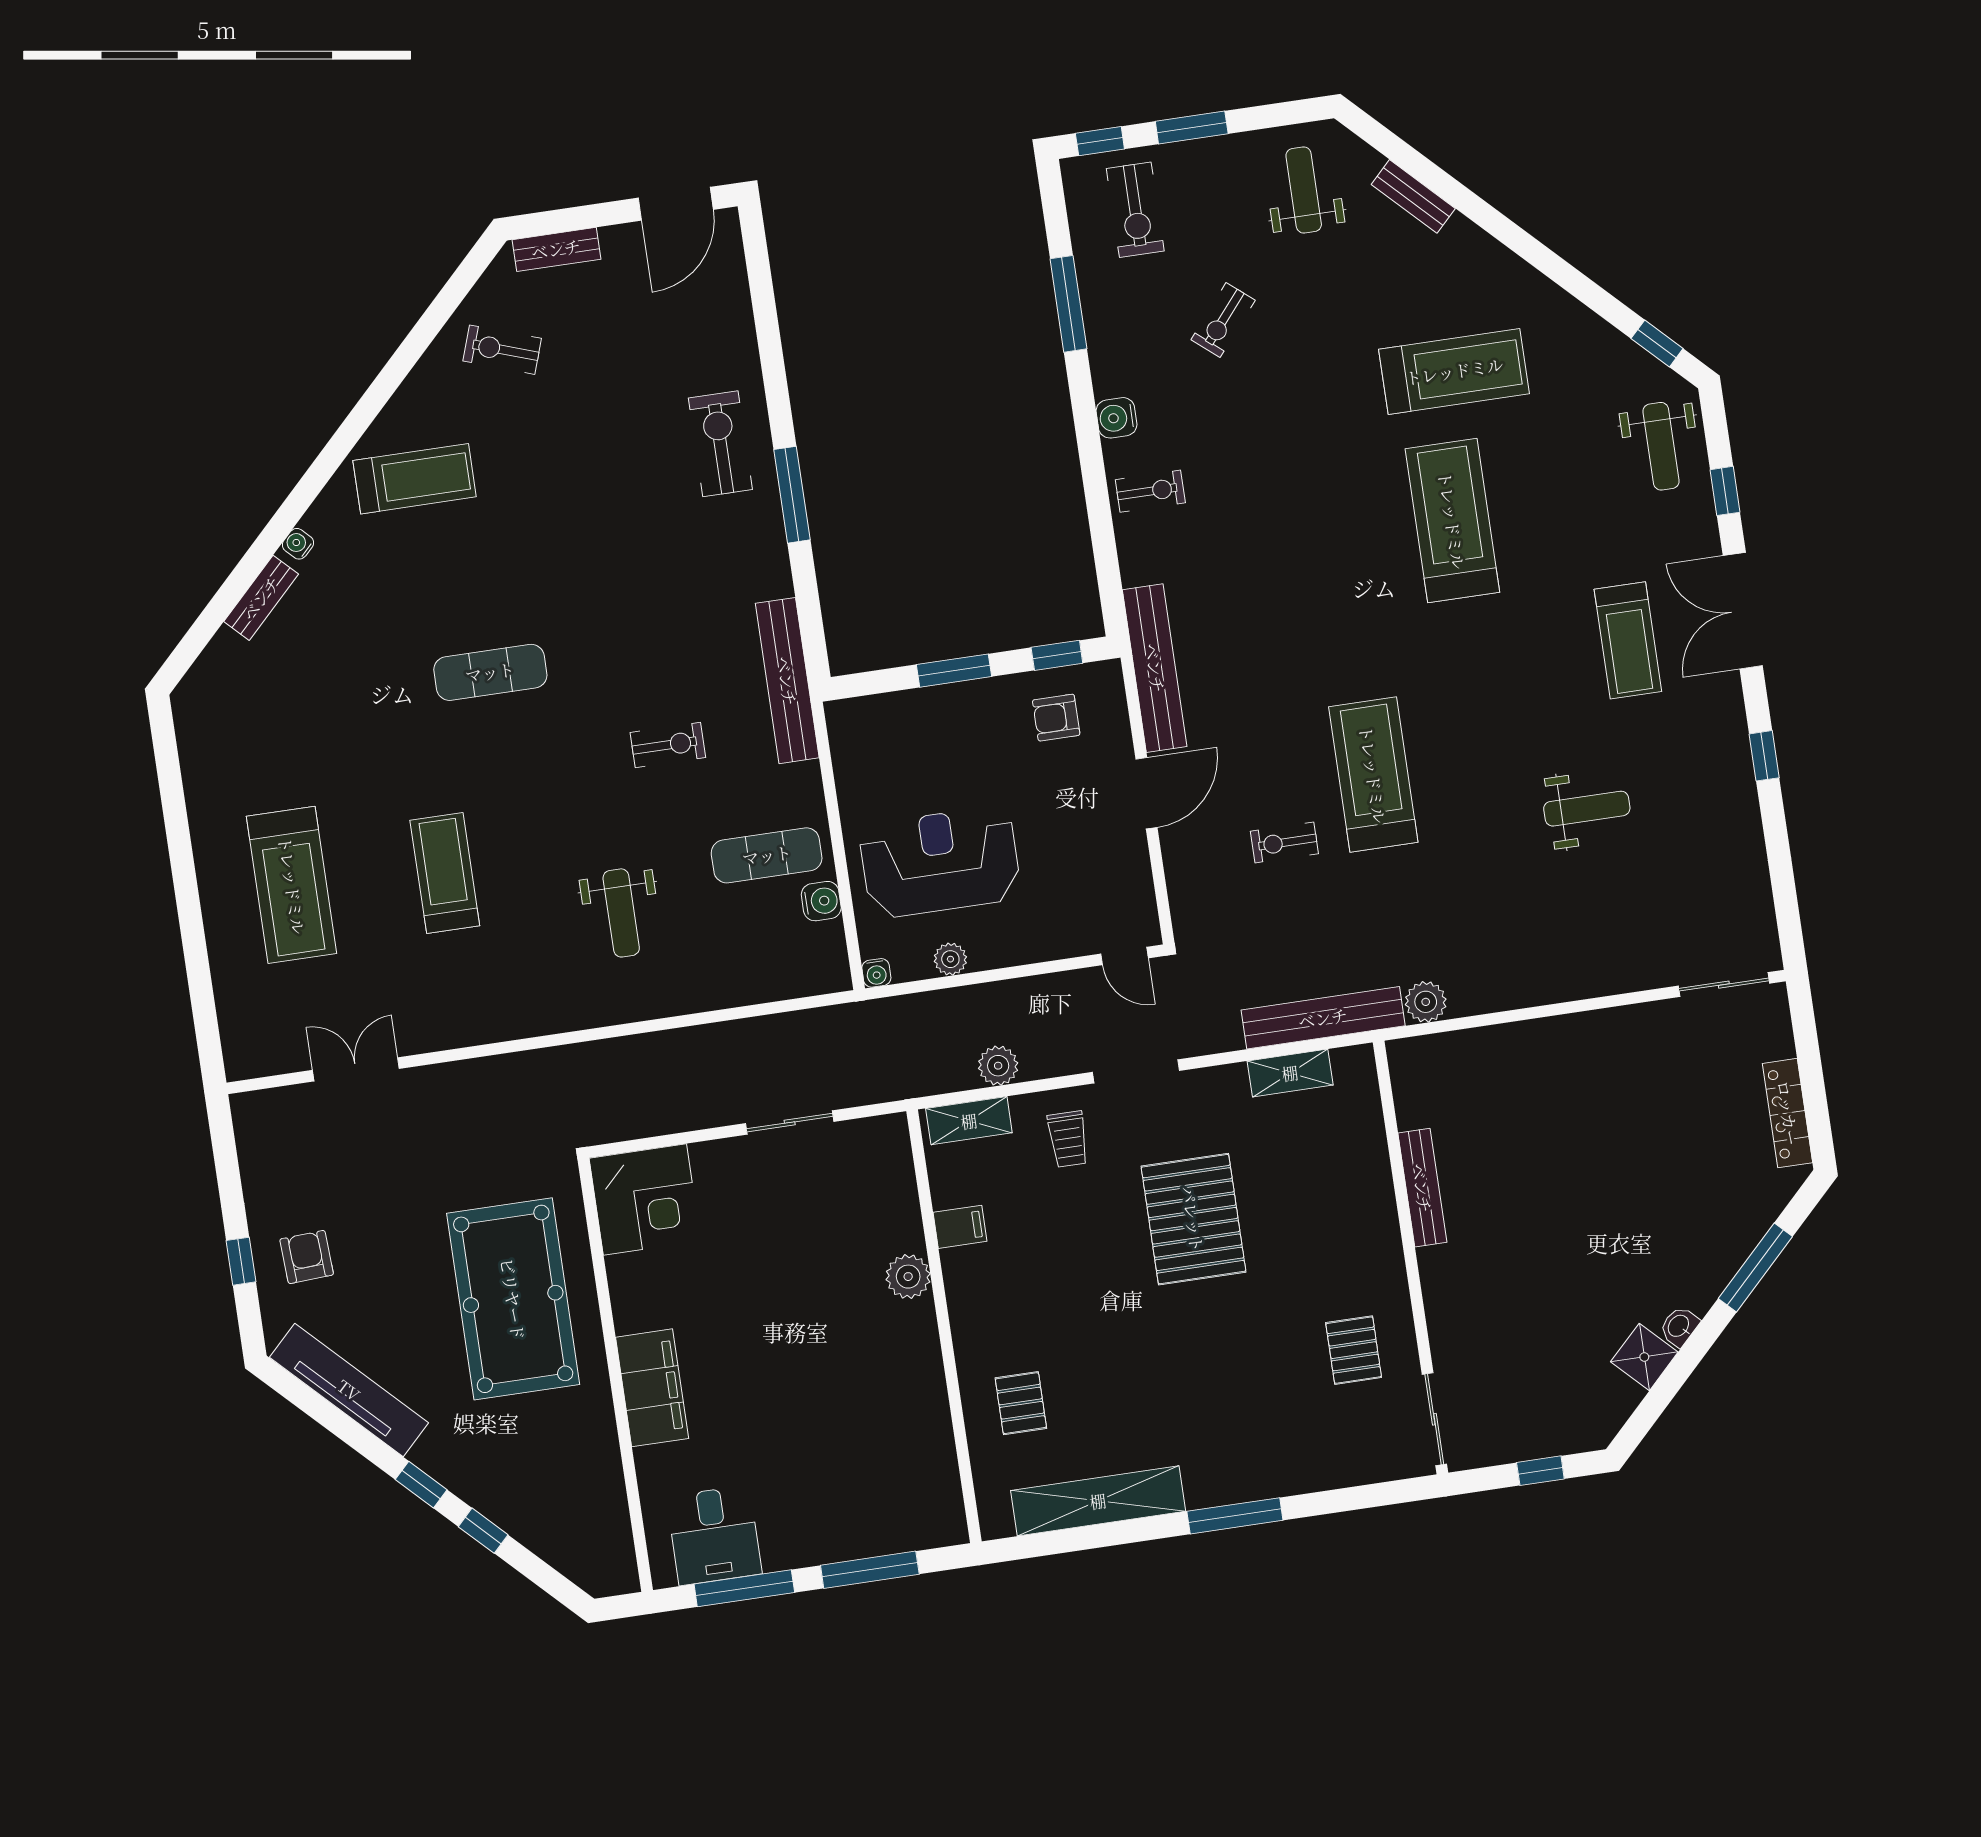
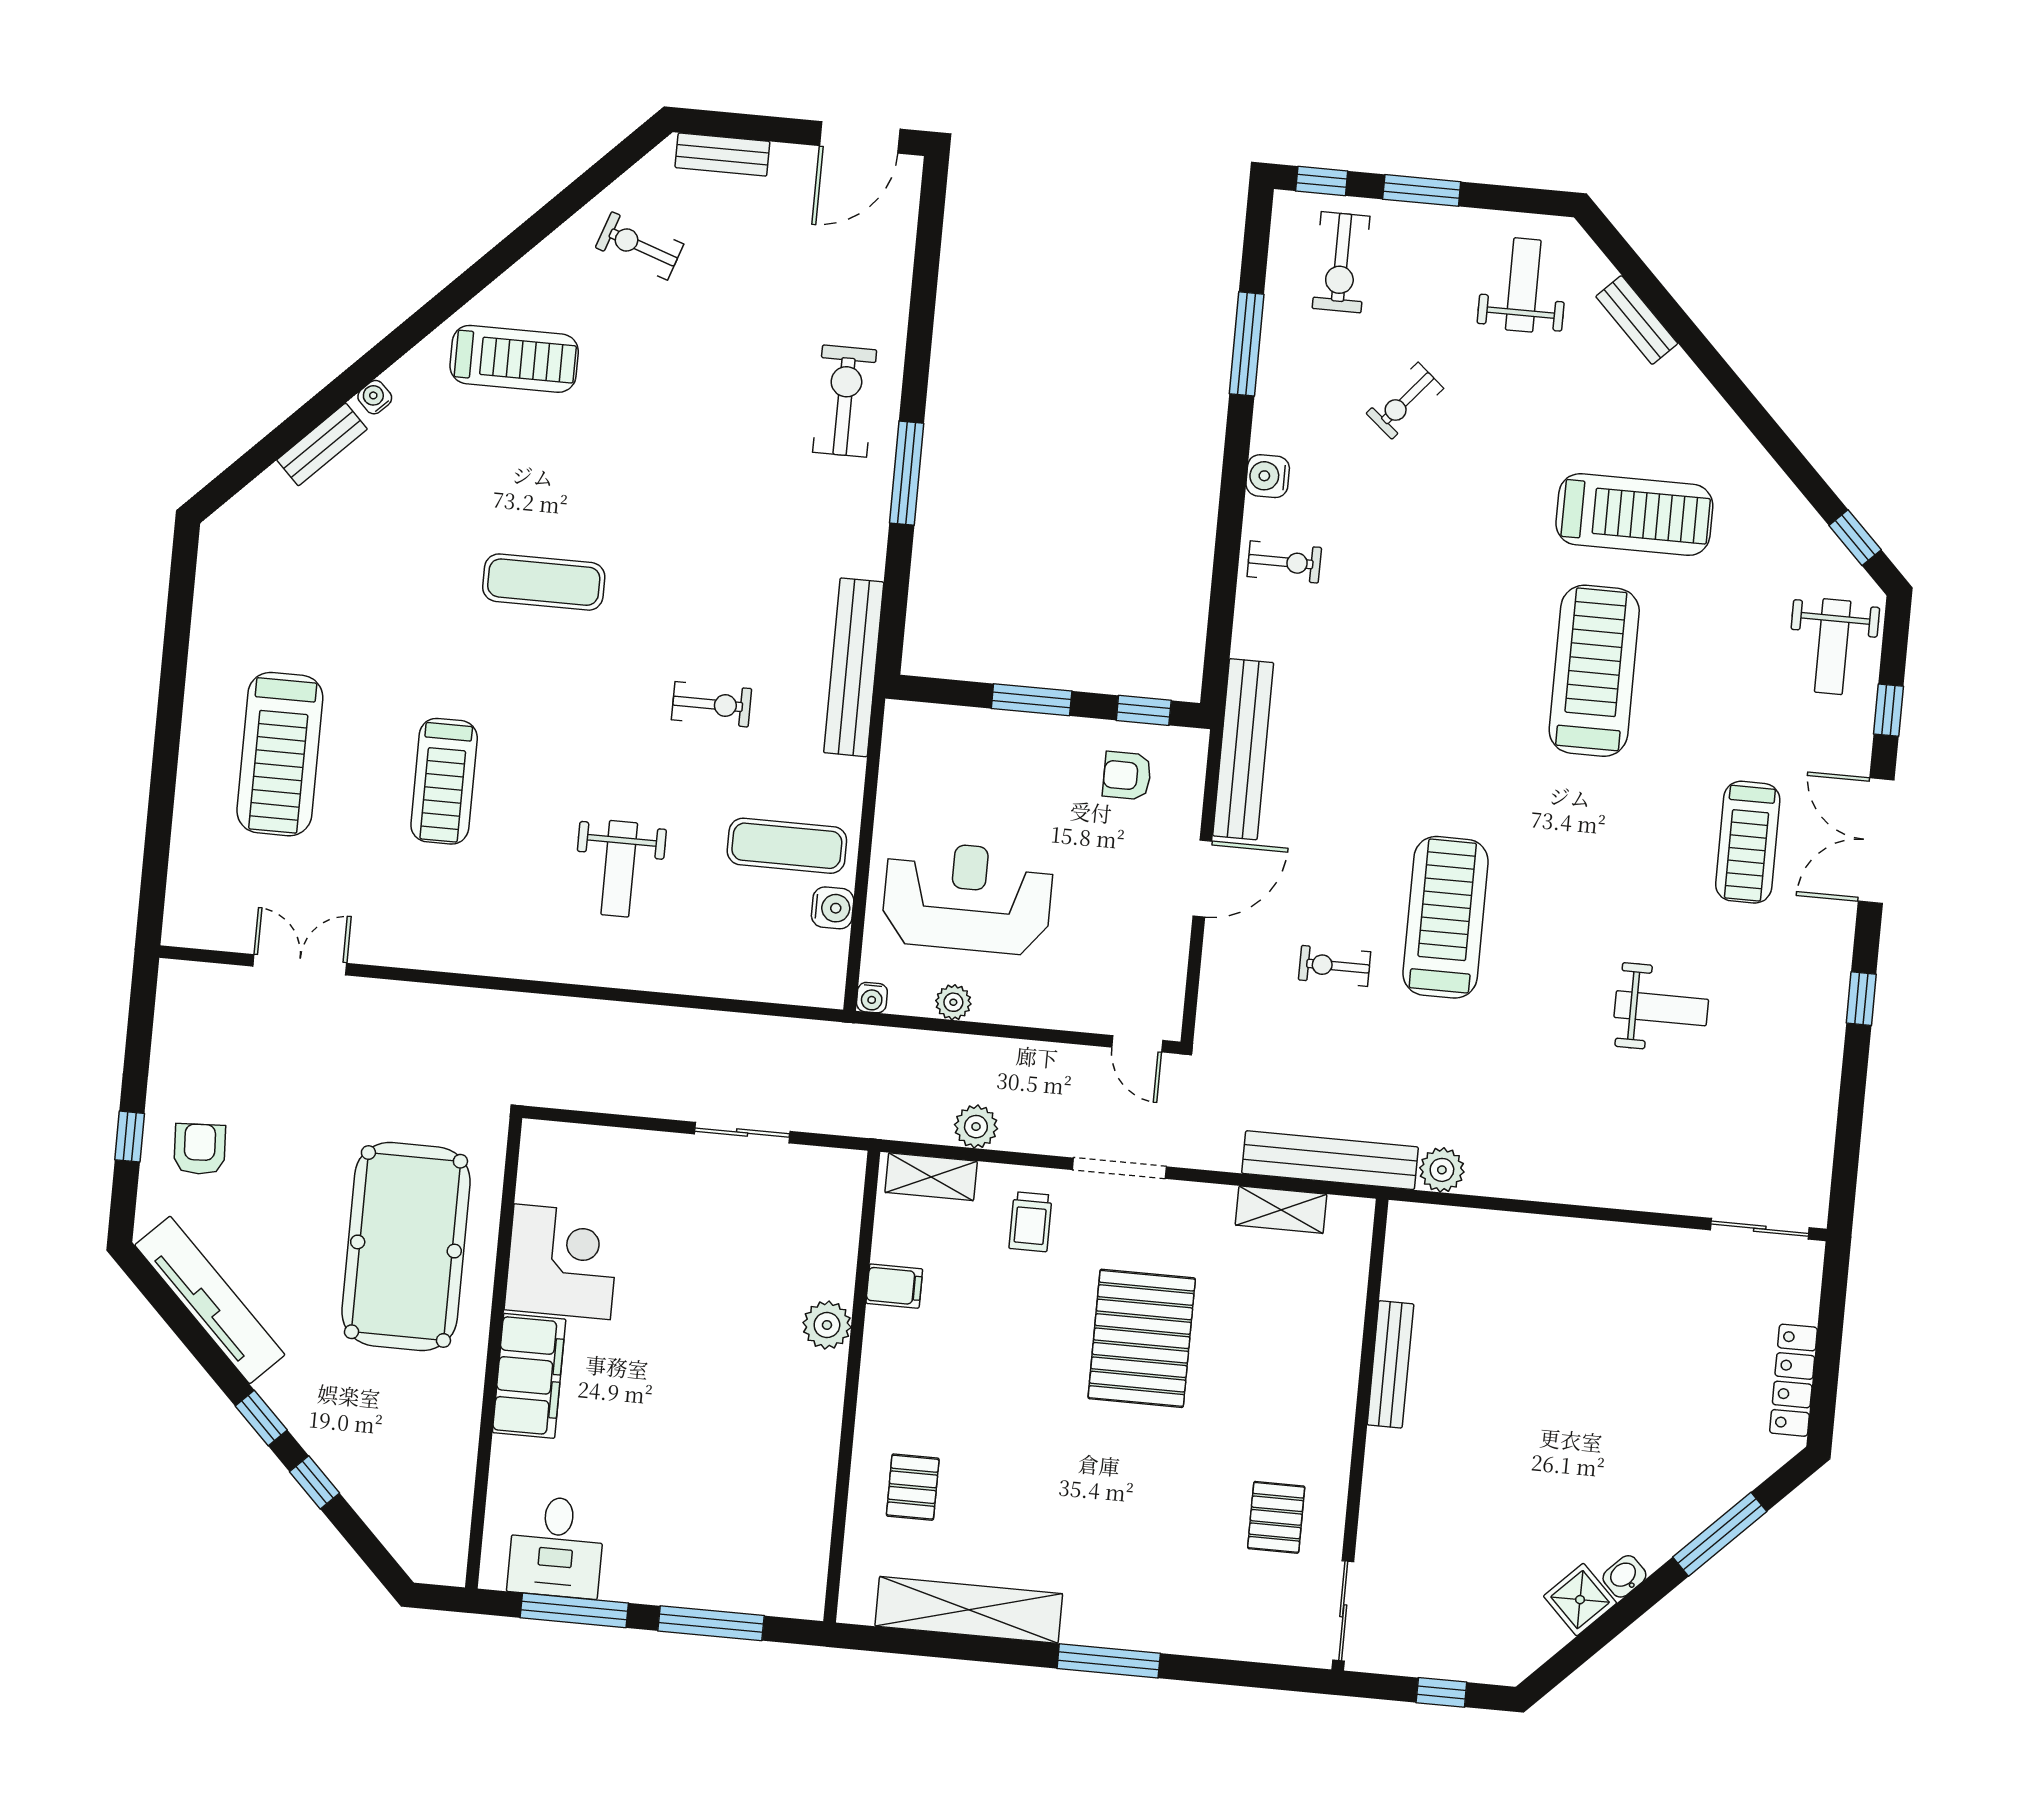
treadmill: (445, 873) -> (444, 781), turned 180
corner desk: (645, 1200) -> (562, 1262), moved, turned -90

